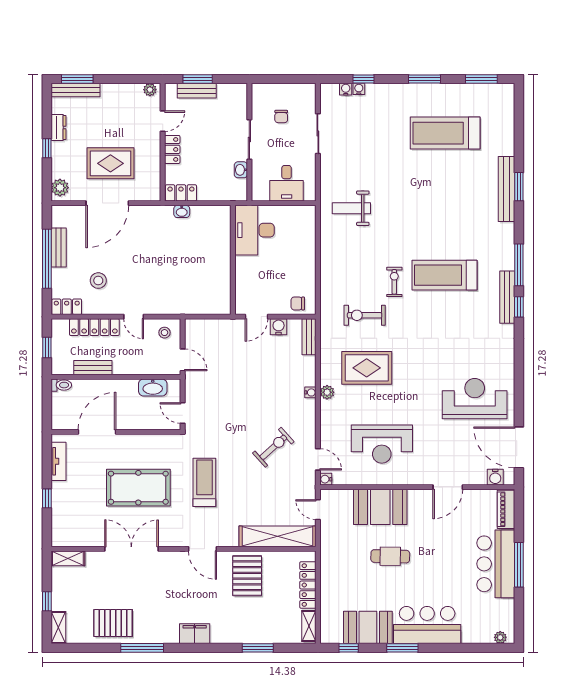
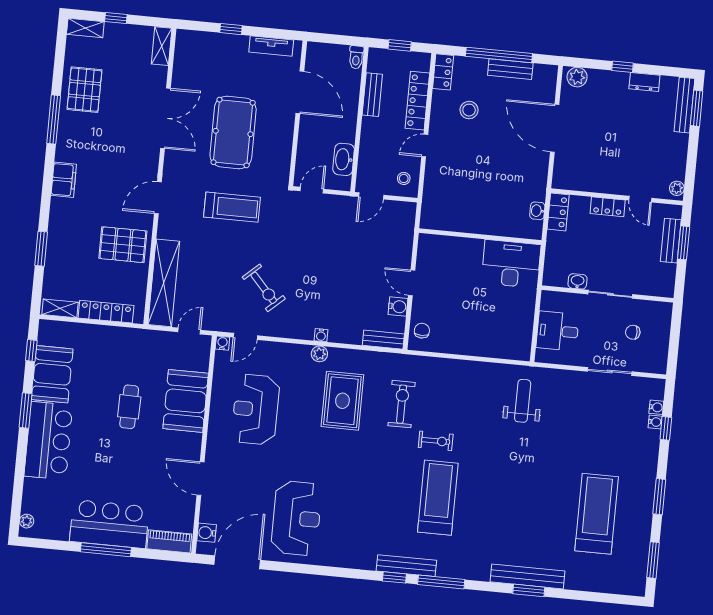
rug: (110, 163) -> (599, 136), removed
desk: (254, 230) -> (511, 264), moved
wall: (233, 260) -> (480, 236), moved

